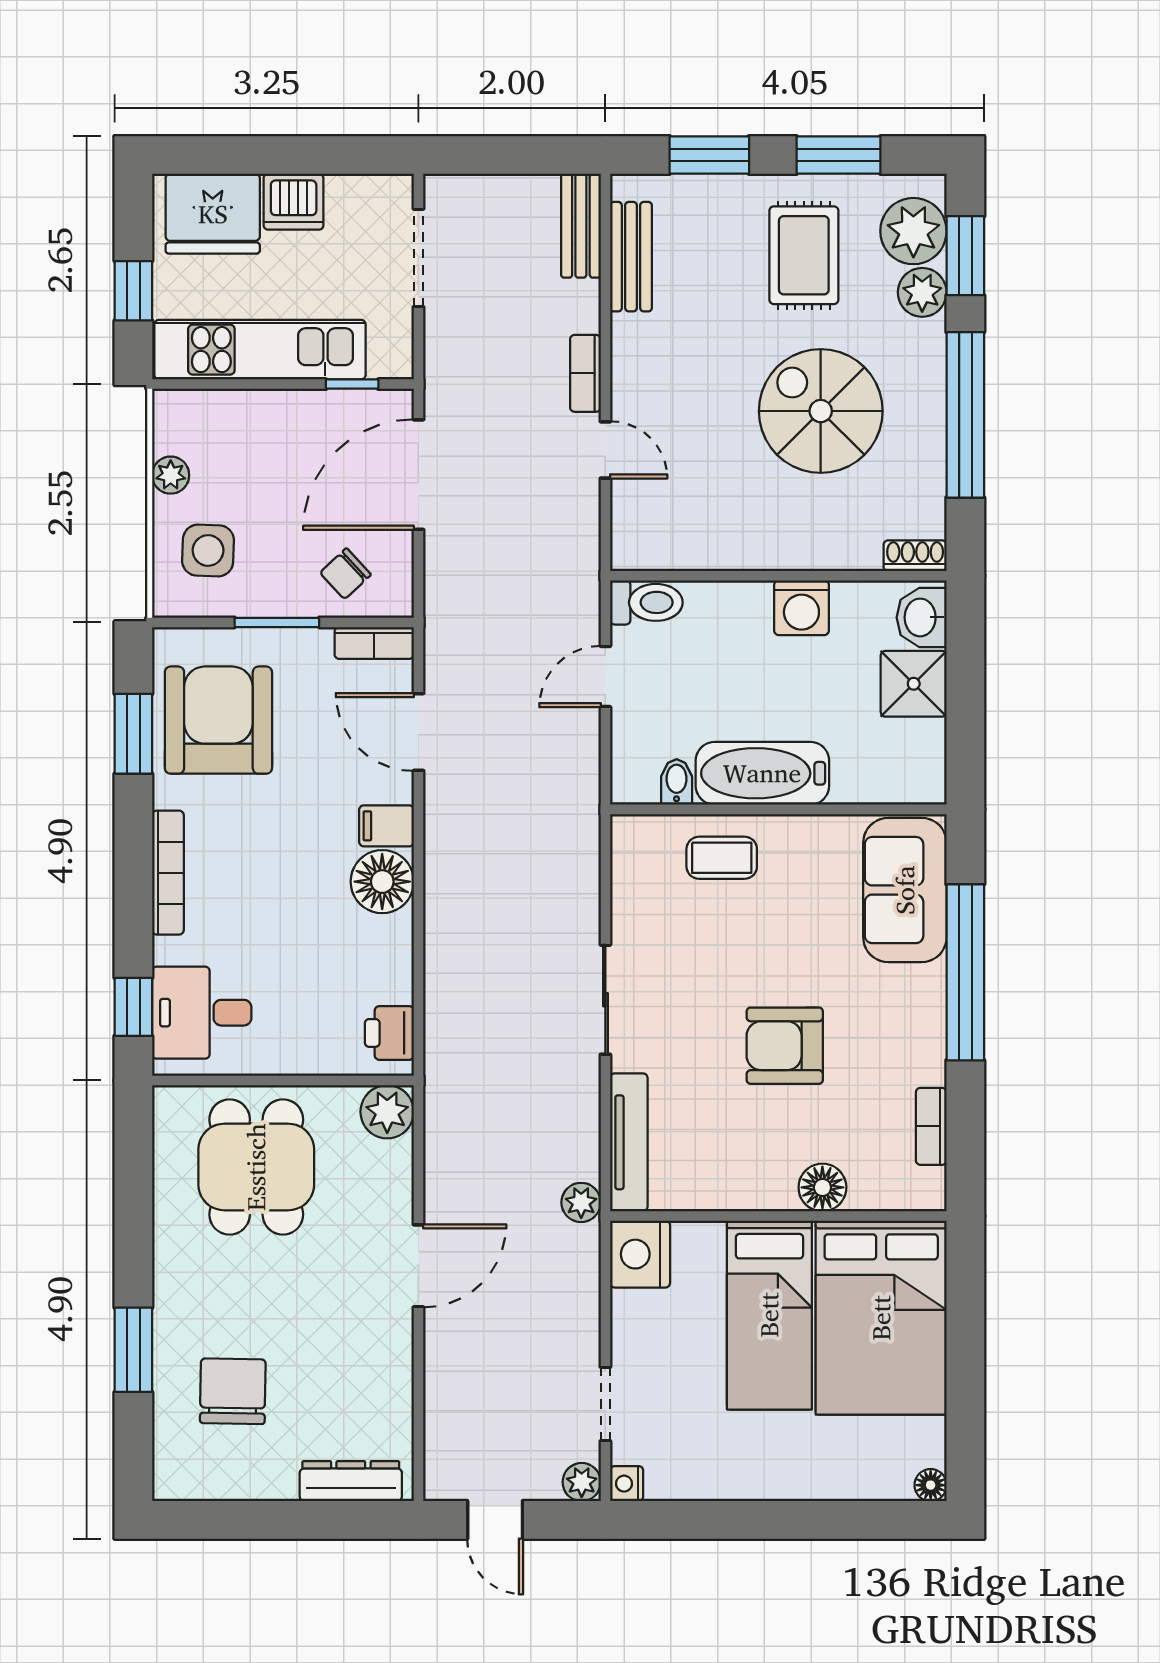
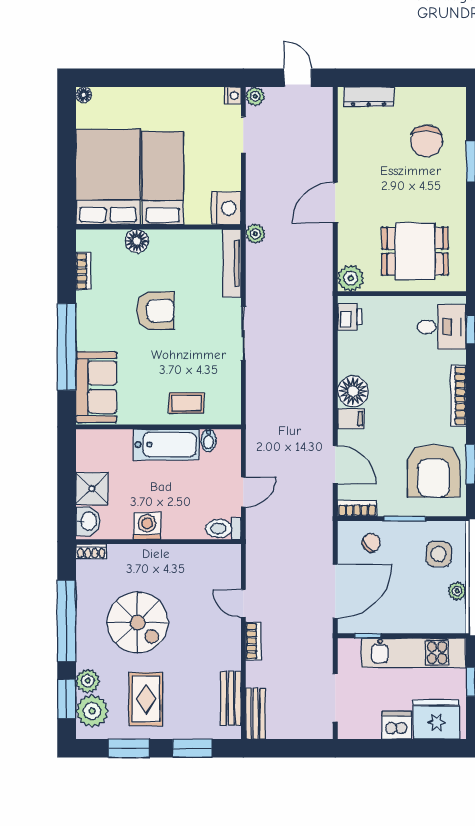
dining table: (256, 1167) -> (415, 251), turned 90

